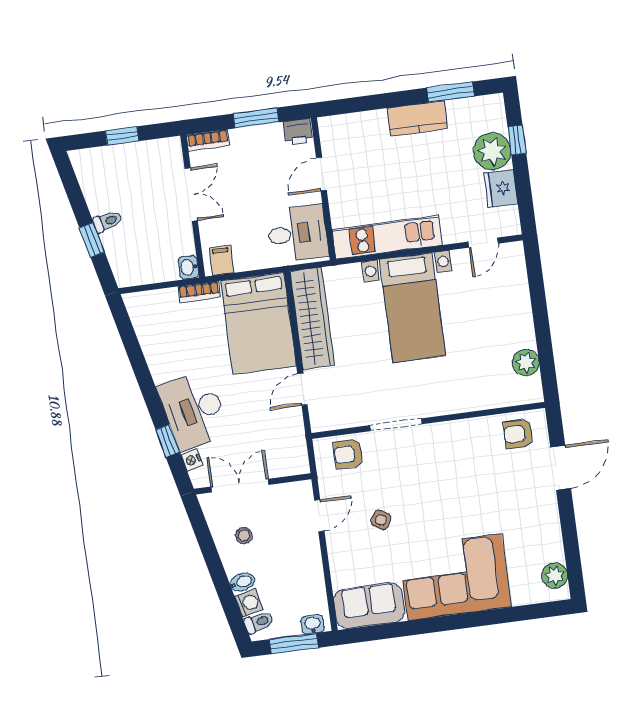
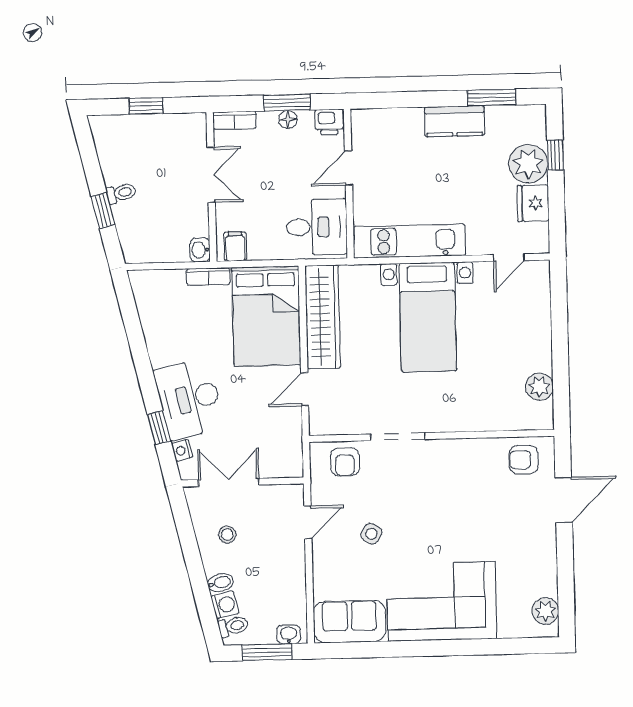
floor lamp: (259, 134) -> (288, 120), added
armchair: (348, 454) -> (345, 462), turned -90

